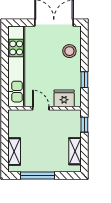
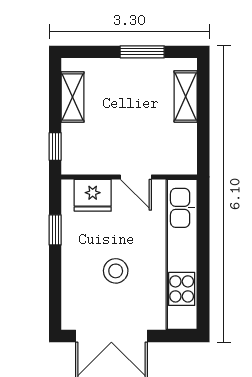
stool: (69, 51) -> (116, 271), moved
window: (37, 176) -> (142, 52), width x0.69

